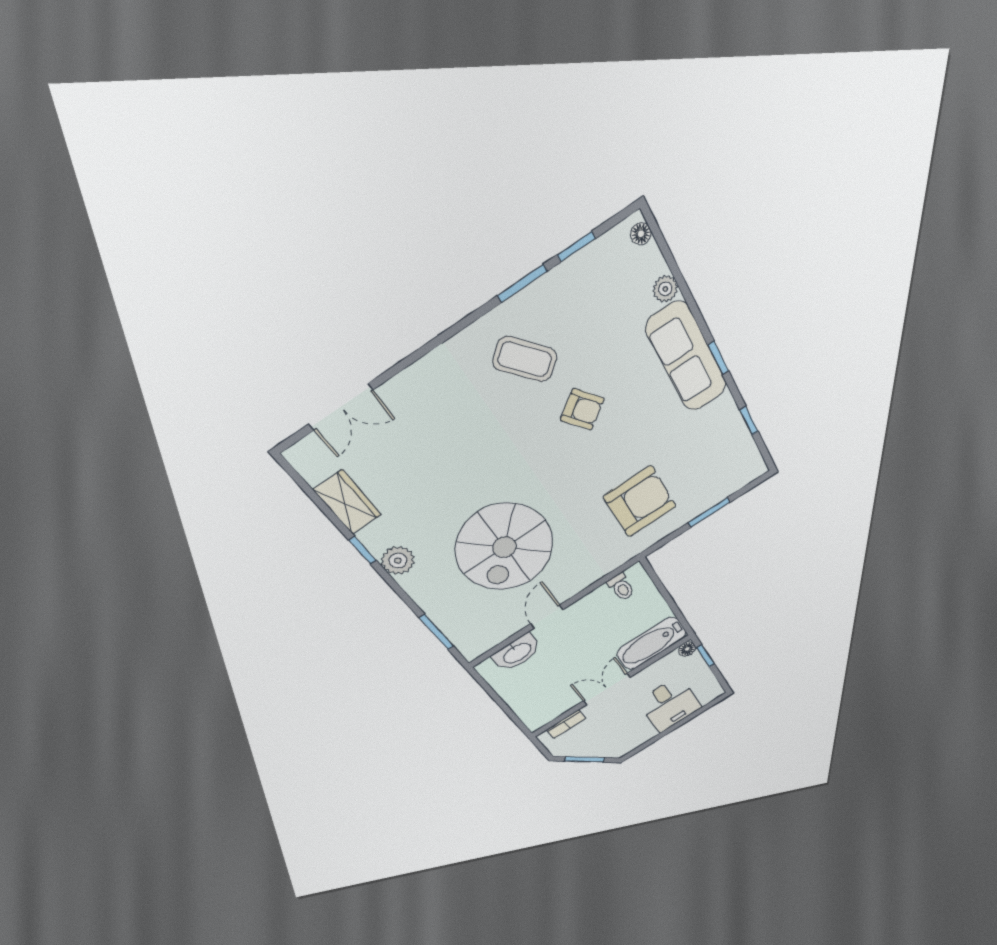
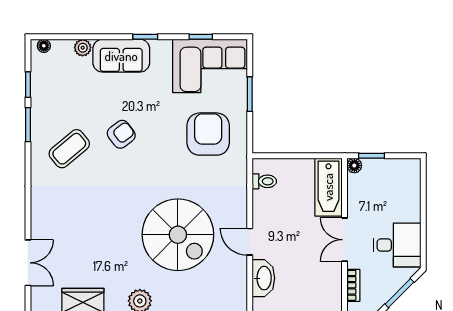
sofa: (687, 357) -> (121, 56), width x0.73
corner sofa: (720, 452) -> (210, 66), added
desk: (670, 704) -> (397, 245), moved

